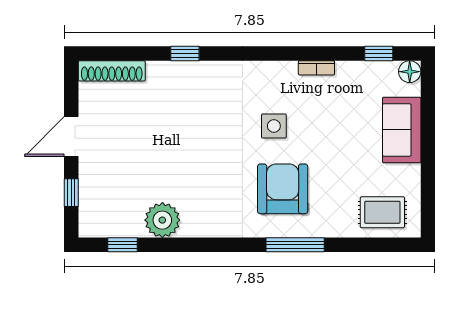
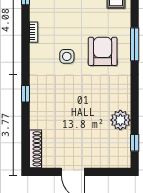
window: (185, 54) -> (25, 94), moved
armchair: (283, 189) -> (103, 51), turned 90
window: (71, 193) -> (105, 172), removed

